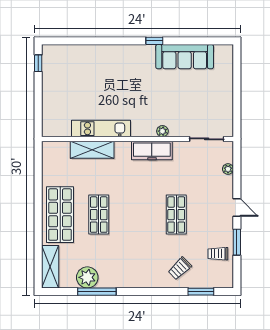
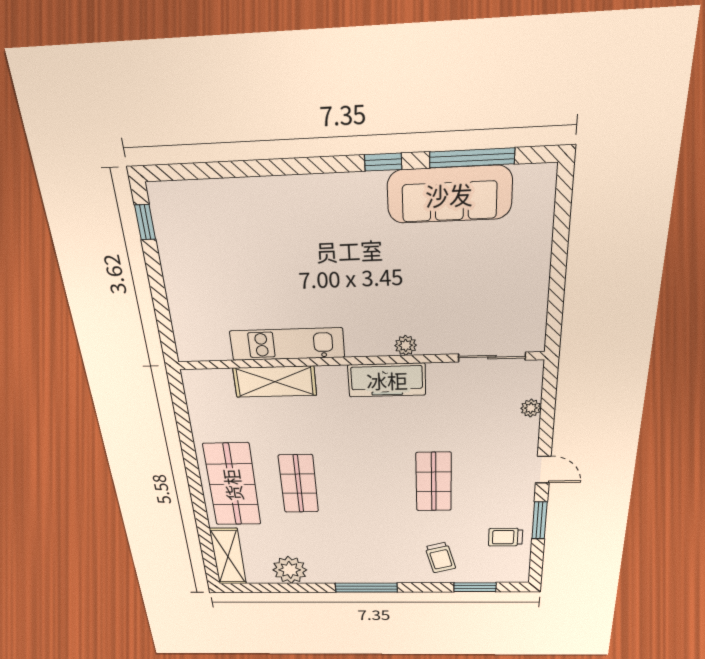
window: (195, 41) -> (472, 158), added
trolley: (180, 269) -> (440, 558), turned -61
window: (97, 292) -> (366, 588), moved

